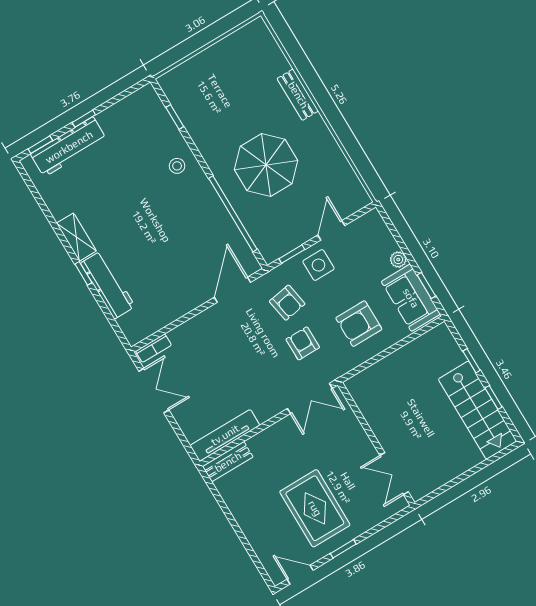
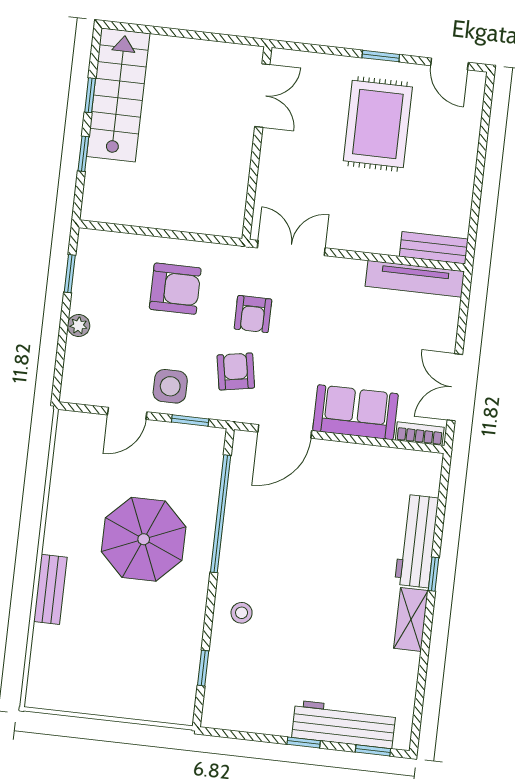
sofa: (411, 298) -> (355, 412), moved, turned -90

